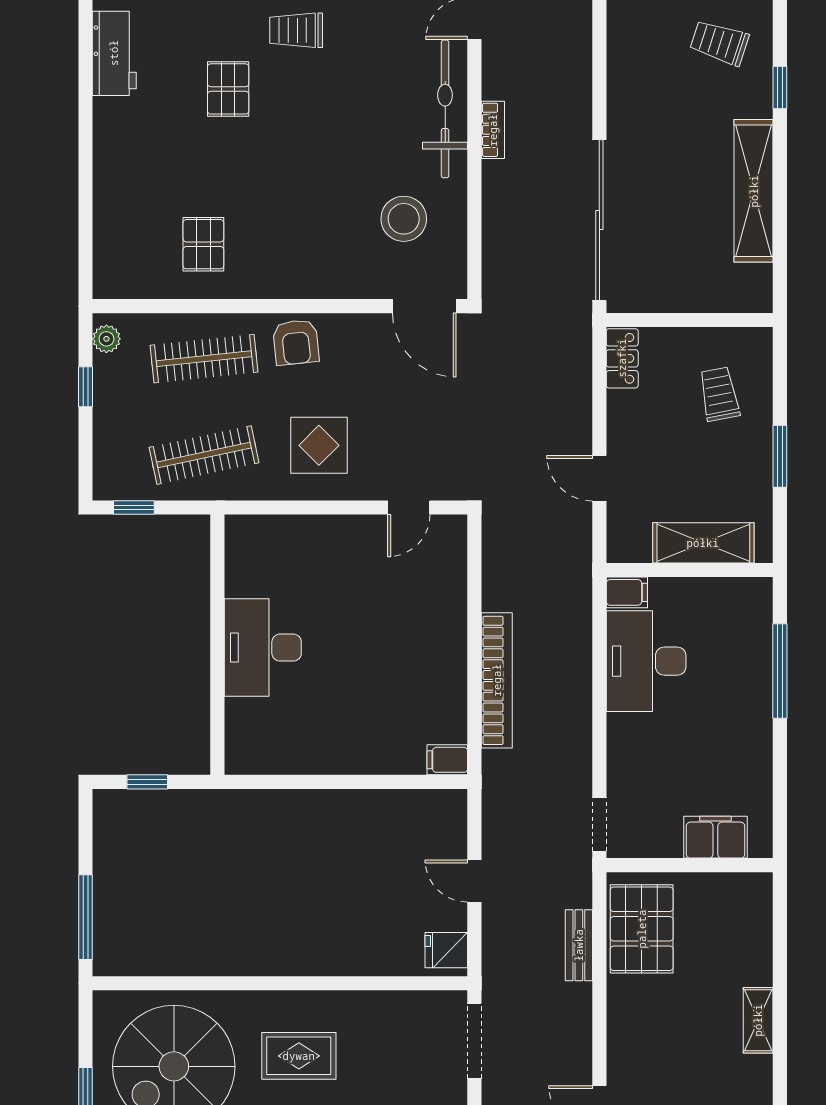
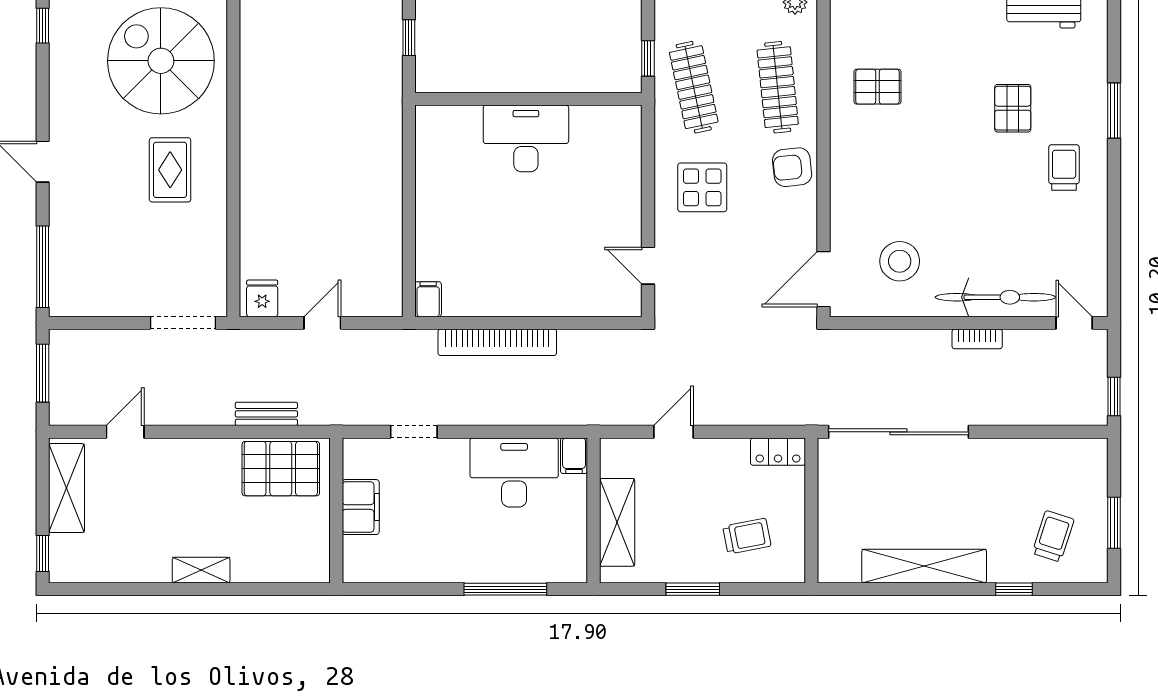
pallet: (228, 89) -> (1013, 108), turned 90
window: (134, 508) -> (648, 58), moved
doorway: (599, 824) -> (414, 432), moved
filing cabinet: (715, 837) -> (361, 507), moved

